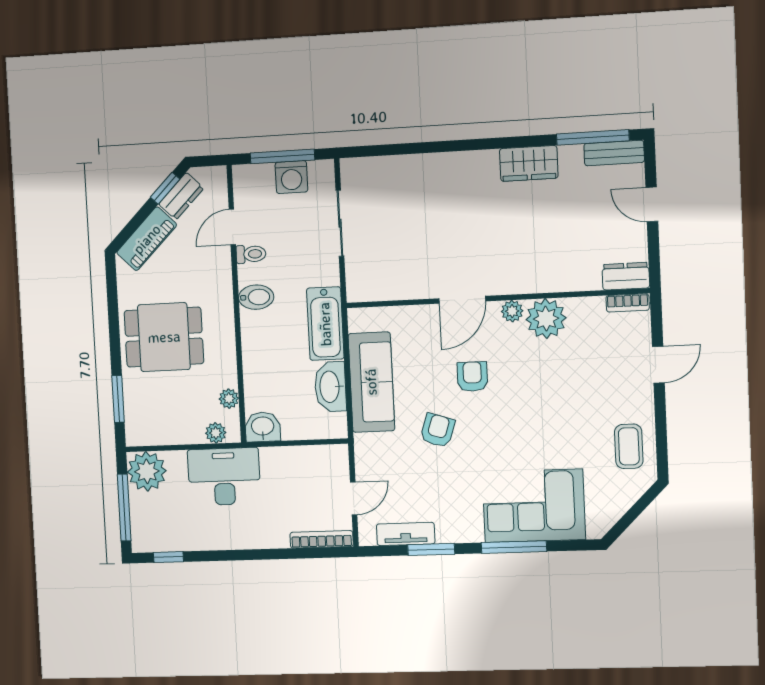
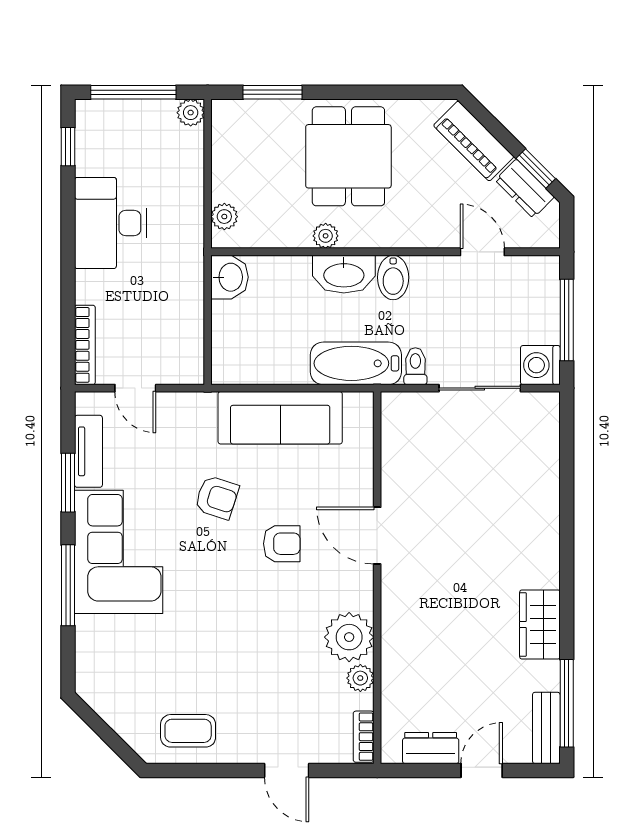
washing machine: (291, 177) -> (540, 365), moved
toilet: (251, 254) -> (415, 366), moved, turned 180
dresser: (626, 276) -> (431, 748), moved, turned -90
plant: (512, 311) -> (360, 678), moved
washbasin: (330, 387) -> (344, 274), moved, turned 180
plant: (229, 399) -> (326, 236), moved
plant: (147, 471) -> (191, 113), width x0.53, depth x0.53
desk: (224, 477) -> (111, 223), moved, turned 180
corner sofa: (534, 506) -> (119, 552), moved

